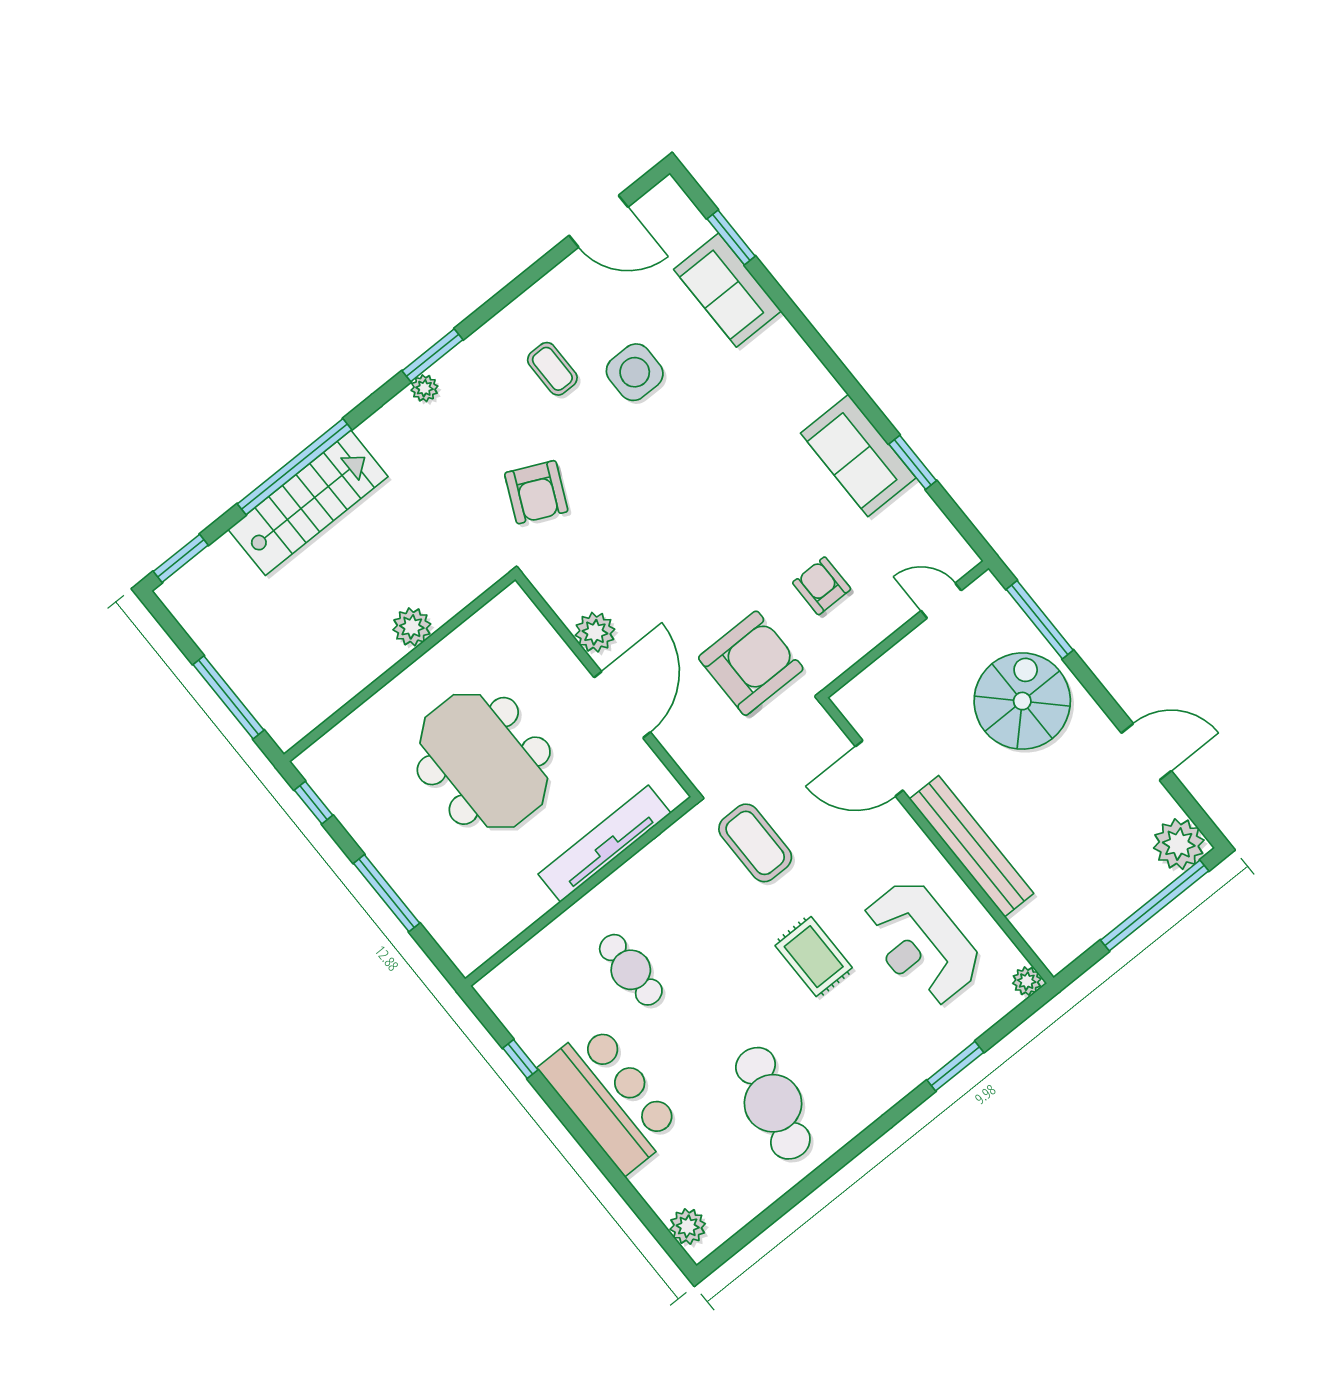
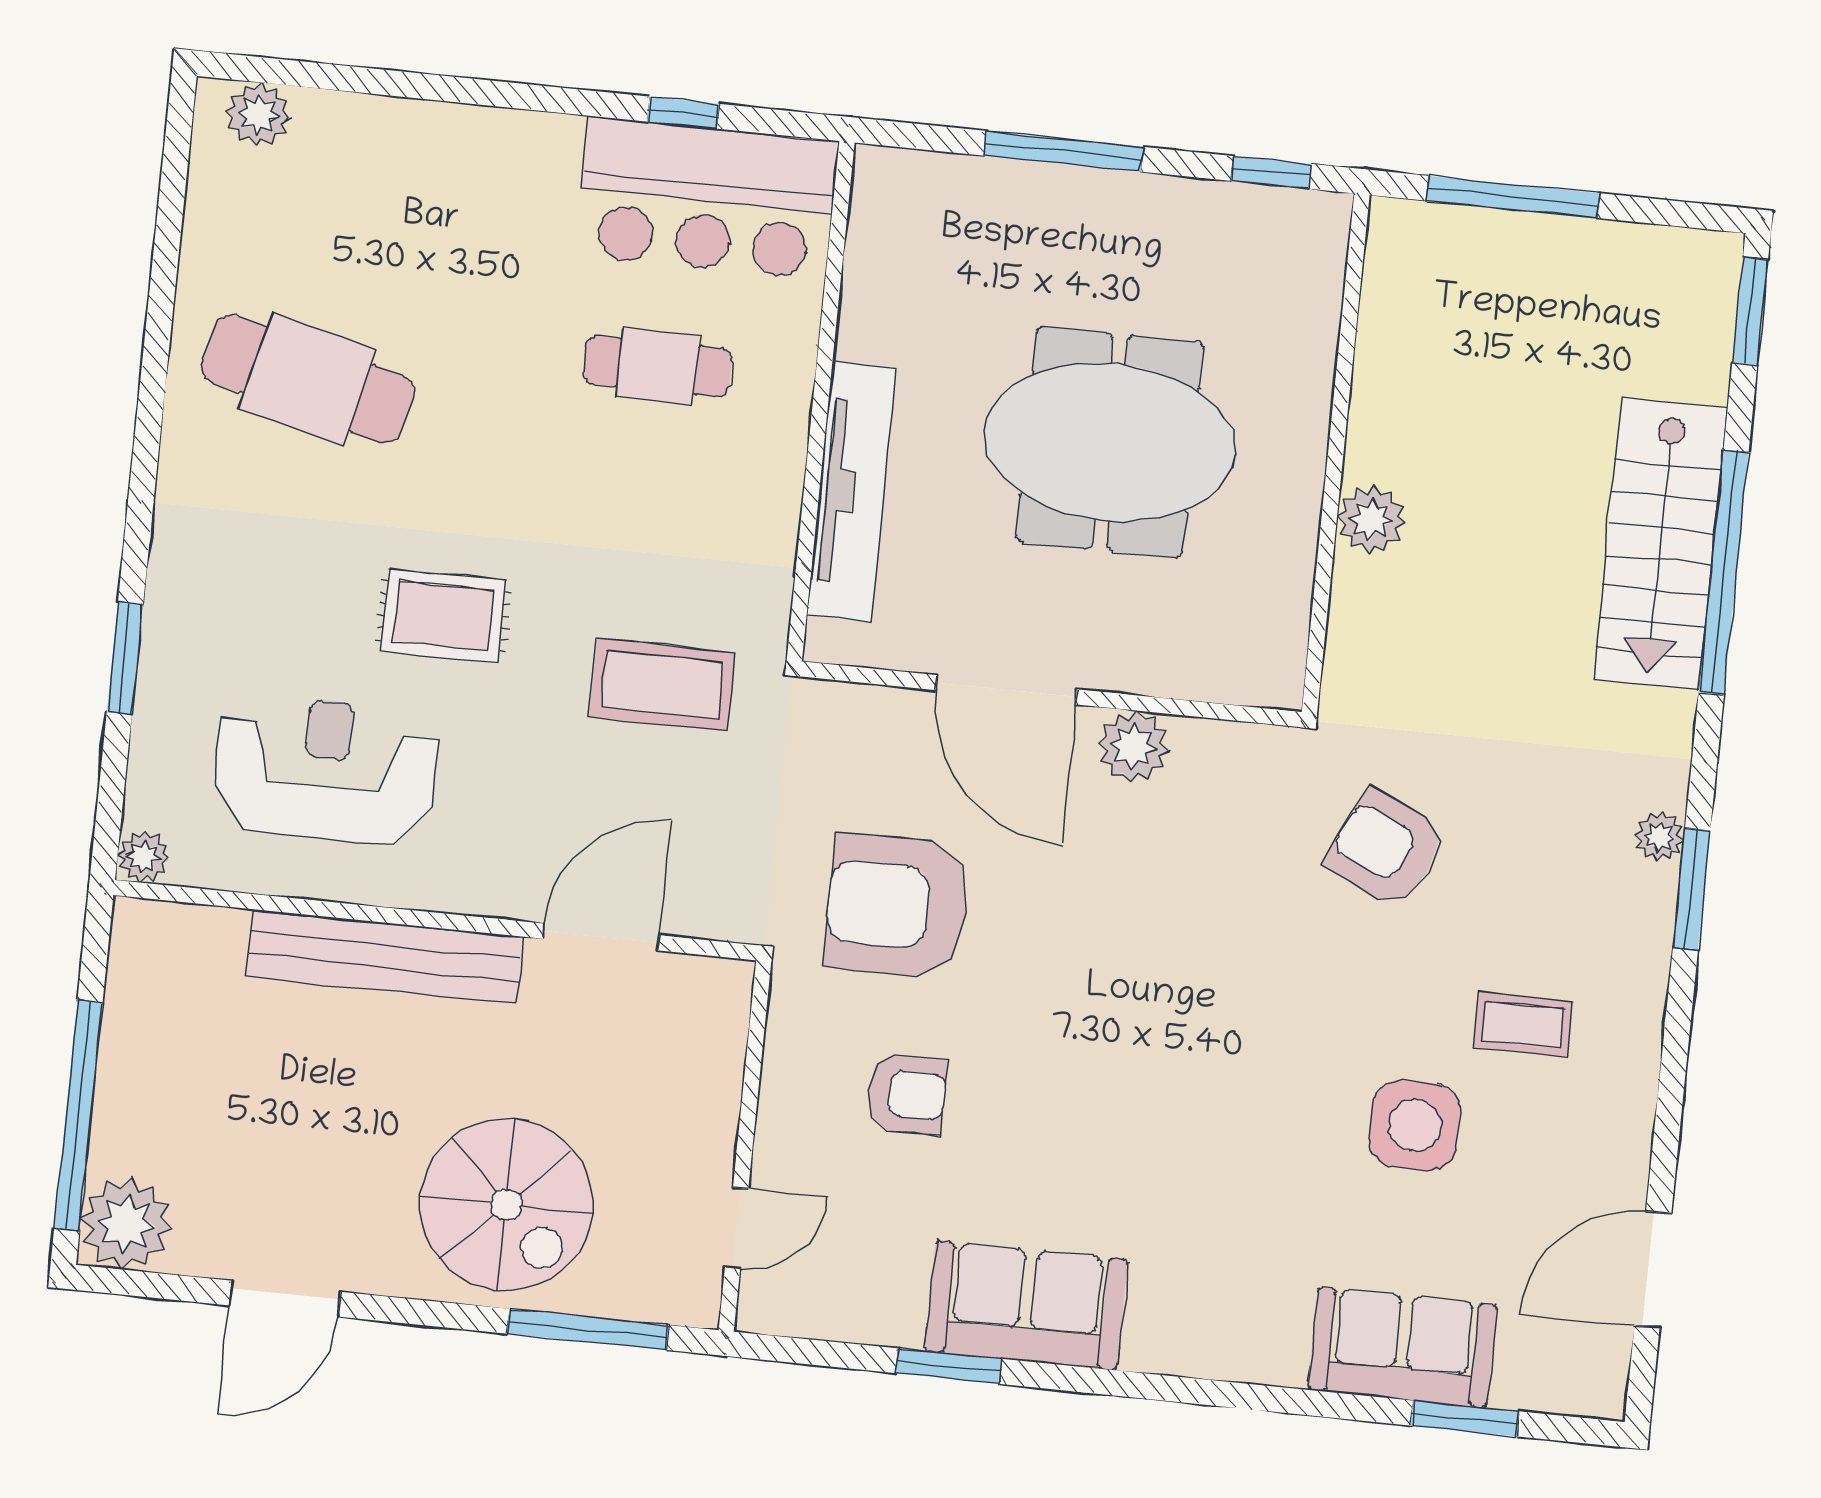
armchair: (751, 663) -> (897, 906), turned 90
bar counter: (611, 1098) -> (707, 198), moved

